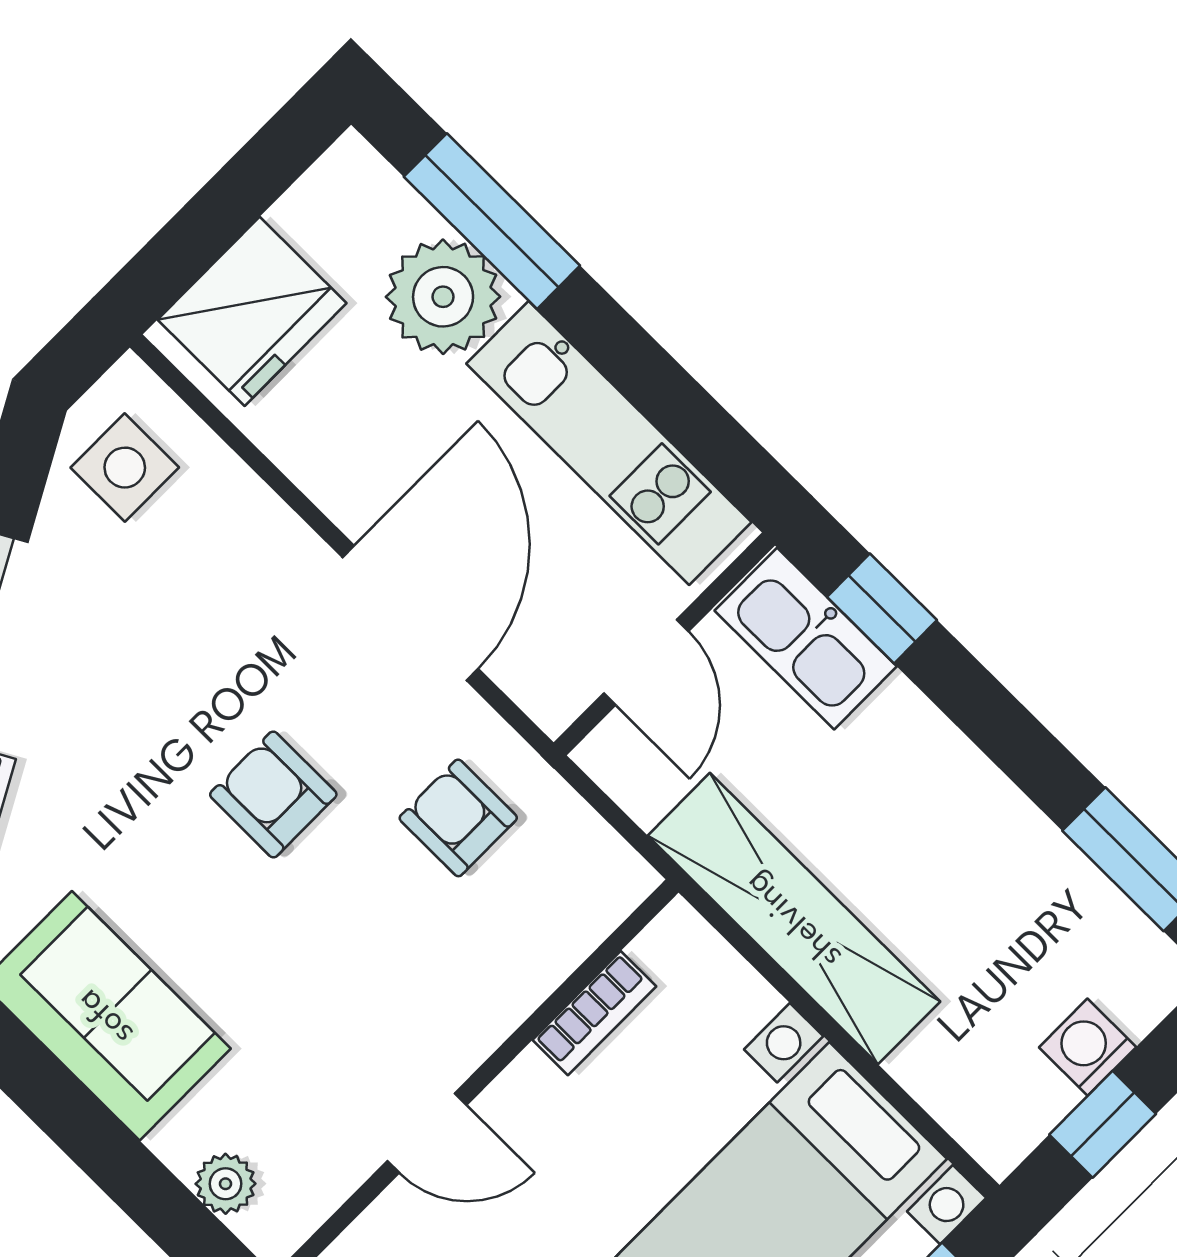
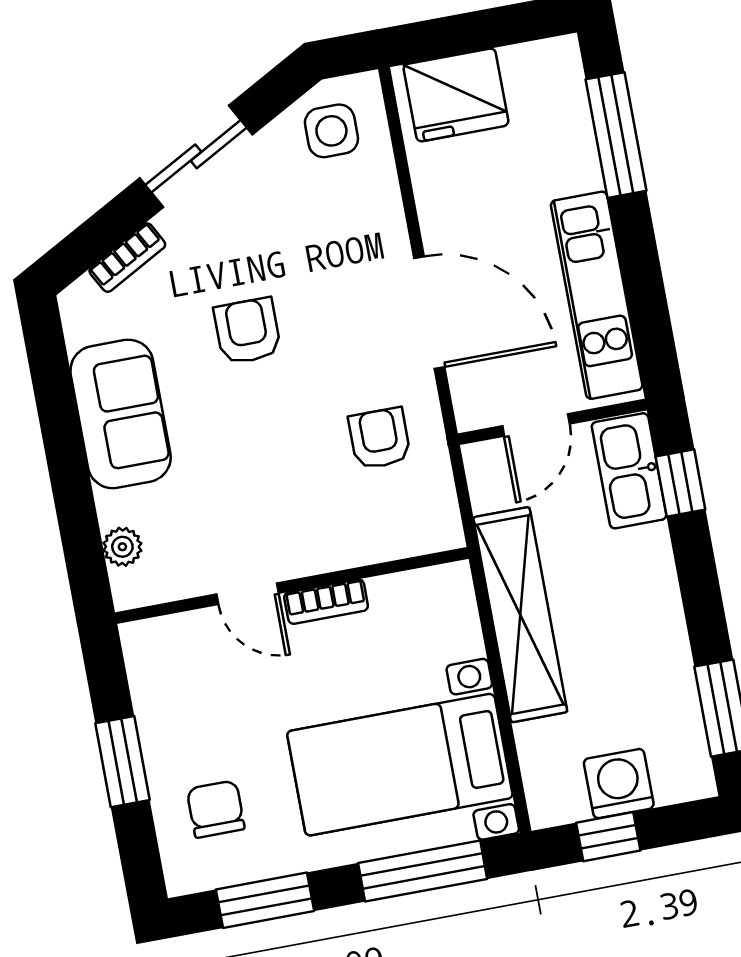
plant: (443, 297) -> (562, 157), removed
door: (410, 613) -> (429, 312), hinge flipped
armchair: (273, 794) -> (247, 331), moved
bookcase: (594, 1013) -> (326, 602), moved
washing machine: (1088, 1047) -> (619, 784), width x1.38, depth x1.38

